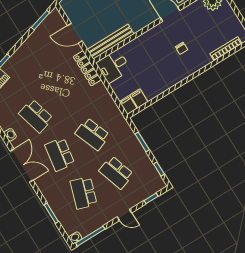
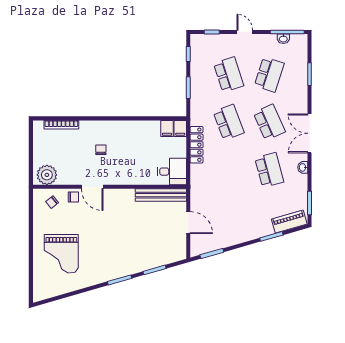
locker: (87, 68) -> (197, 145), moved
school desk: (60, 154) -> (269, 122), turned -33
washbasin: (75, 238) -> (283, 39), moved

